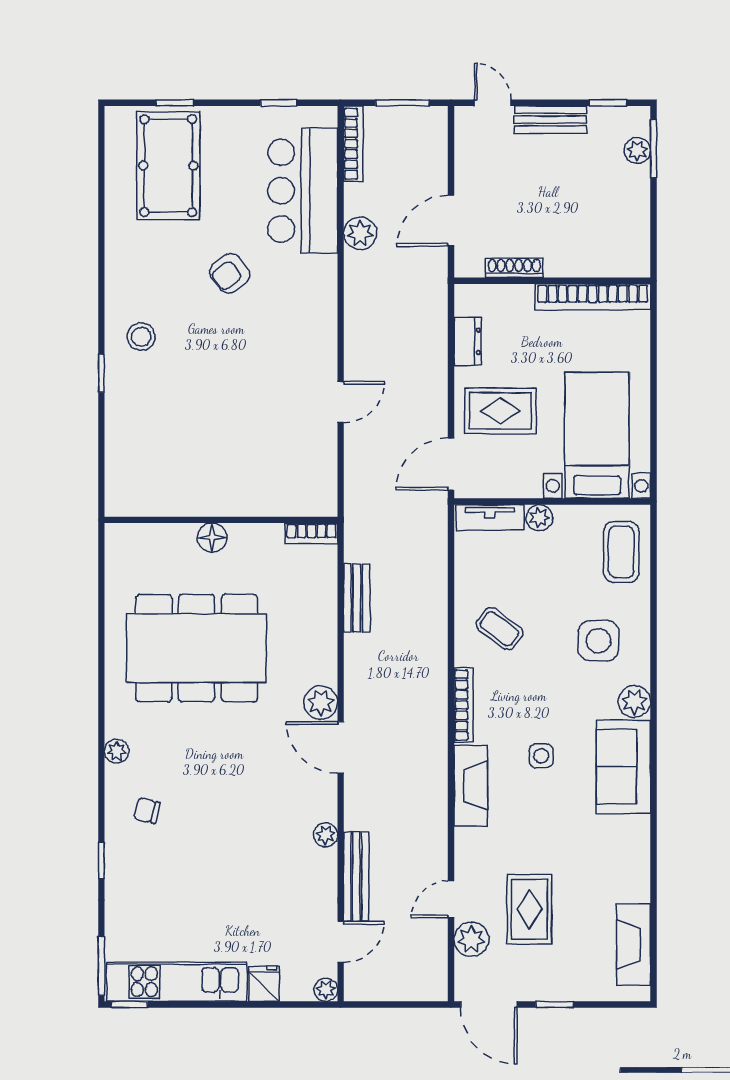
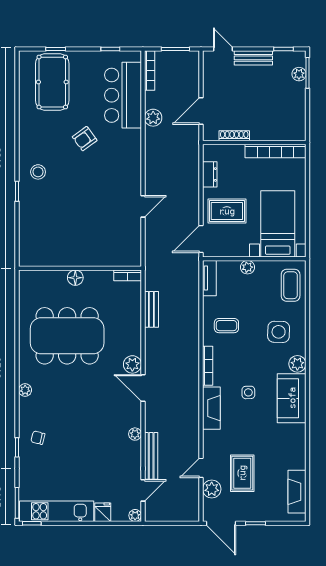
tv unit: (490, 518) -> (209, 278), moved, turned -90
coffee table: (499, 629) -> (226, 326), turned -37
chair: (147, 811) -> (38, 438), moved

